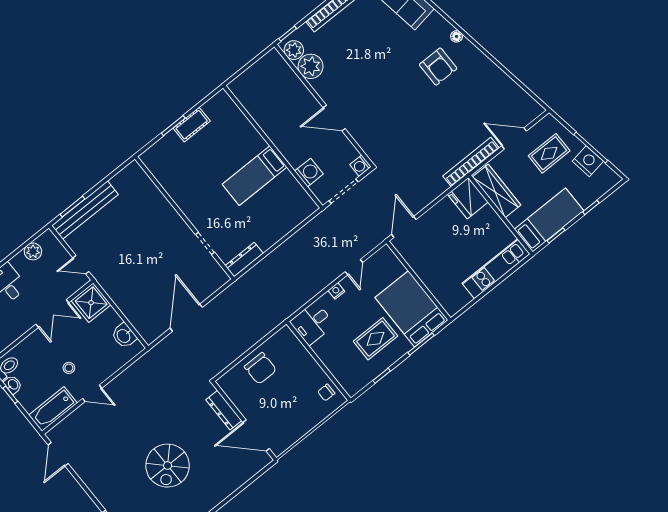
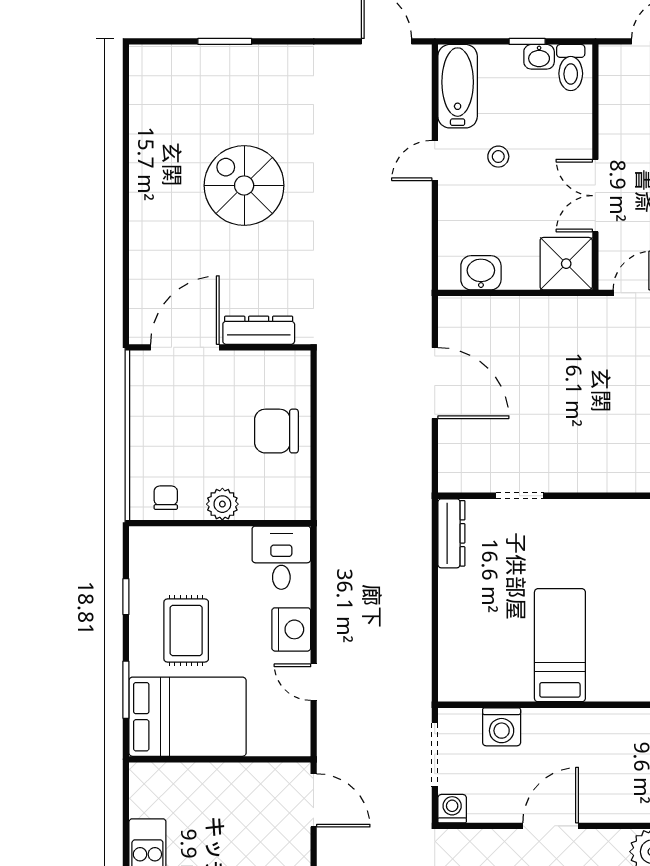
nightstand: (336, 291) -> (291, 629), width x1.89, depth x1.79
plant: (310, 366) -> (222, 504), added

